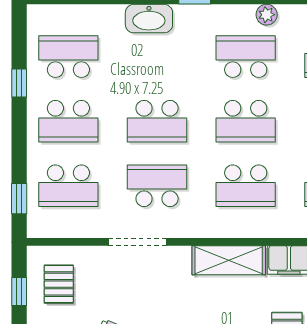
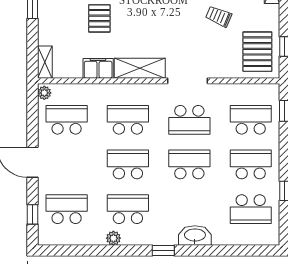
school desk: (246, 57) -> (128, 209), turned 180
doorway: (138, 242) -> (187, 81), moved
pallet: (59, 284) -> (257, 52), width x1.50, depth x1.42

